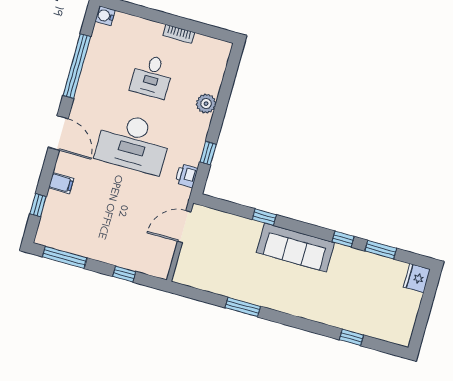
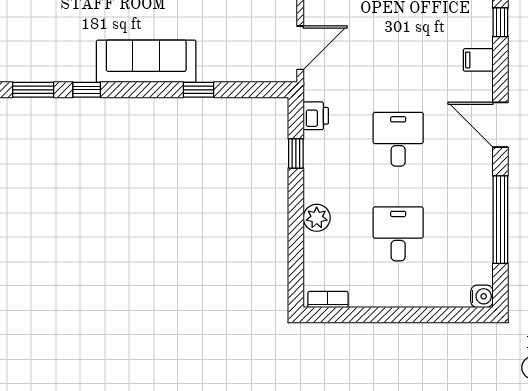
bookcase: (179, 34) -> (328, 299), moved
desk: (133, 143) -> (398, 139), width x0.53, depth x0.77

